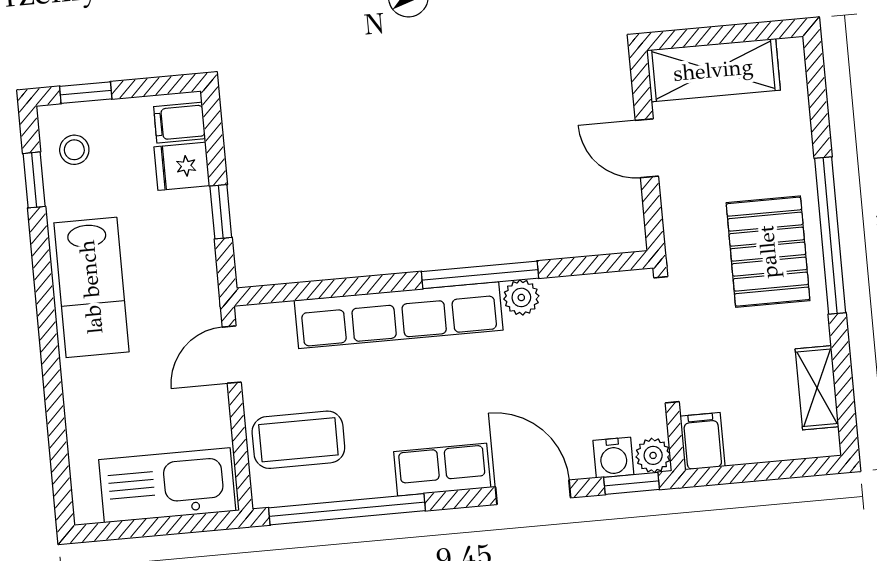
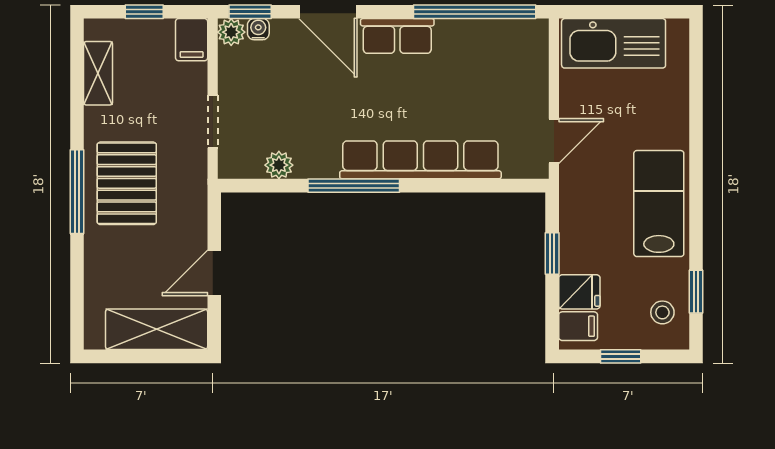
window: (86, 93) -> (621, 356), moved
door: (647, 148) -> (214, 273), swing flipped
window: (830, 236) -> (77, 192), width x0.68
plant: (521, 297) -> (279, 165), moved
doorway: (666, 340) -> (213, 122), width x0.53
coffee table: (298, 440) -> (508, 70), removed
water cooler: (613, 458) -> (258, 29), width x0.72, depth x0.72
window: (766, 471) -> (144, 12), added

